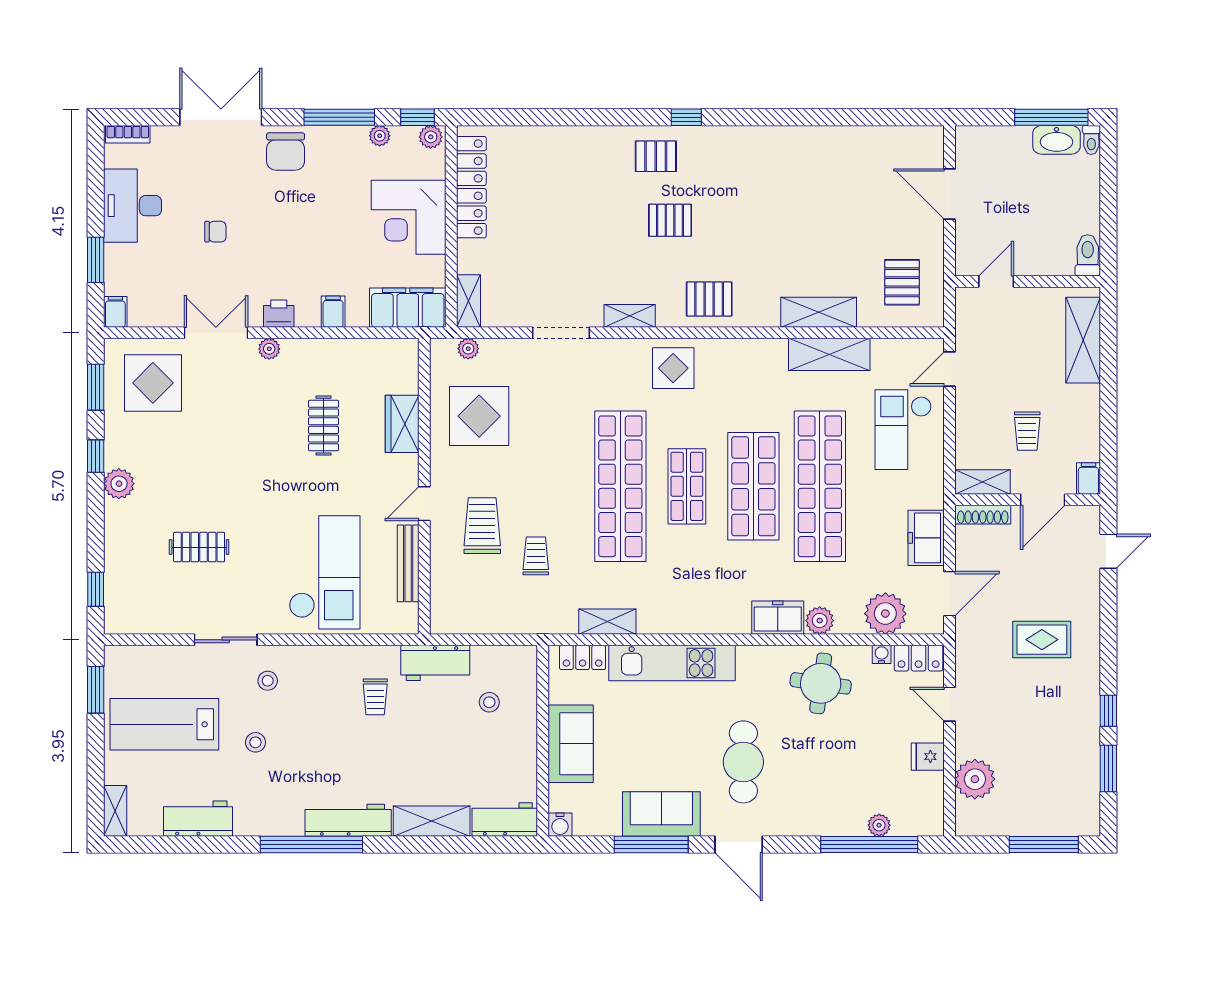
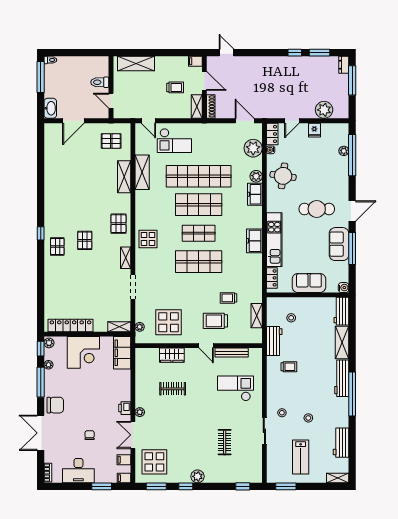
washbasin: (1056, 140) -> (50, 108), moved
toilet: (1088, 255) -> (100, 82), moved
filing cabinet: (333, 312) -> (124, 460), moved
shop shelf: (620, 486) -> (199, 262), width x0.71
freezer: (926, 538) -> (254, 241), moved, turned 90
checkout: (325, 572) -> (235, 388), width x0.73, depth x0.83
shelving: (607, 622) -> (257, 316), moved
rug: (1042, 640) -> (264, 81), removed
lab bench: (164, 724) -> (301, 457), width x0.73, depth x0.72
dresser: (1080, 825) -> (344, 65), added

